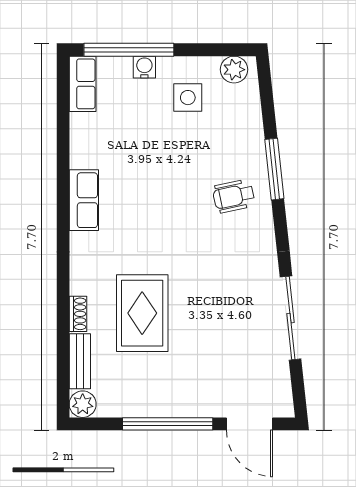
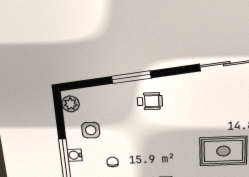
chair: (129, 129) -> (113, 162), added
wheelchair: (234, 196) -> (150, 101), turned -78

